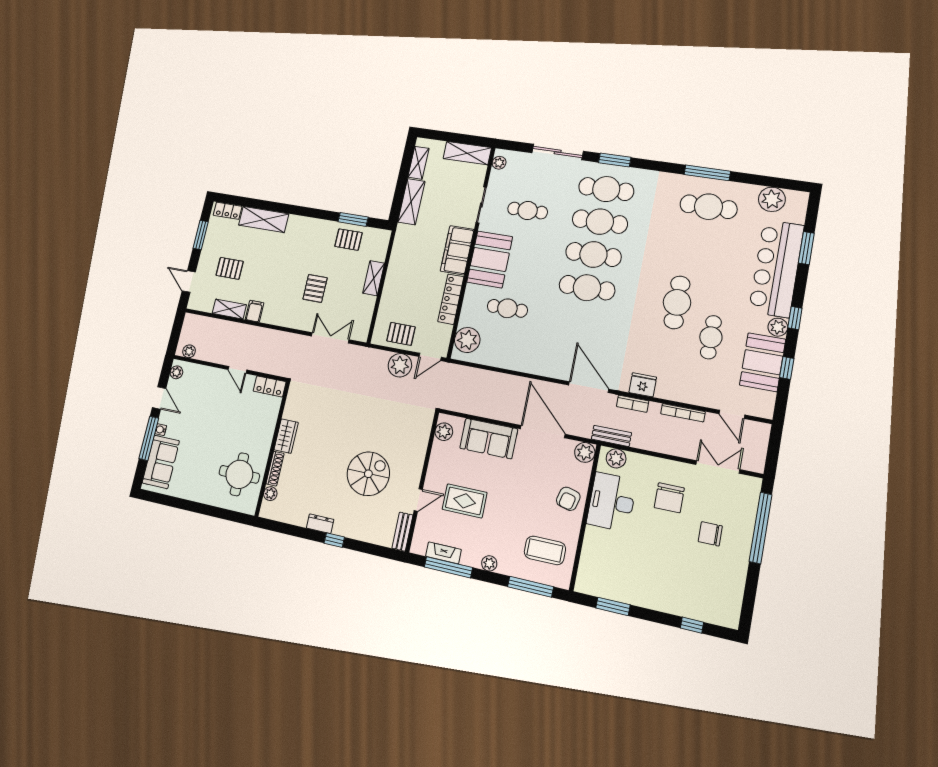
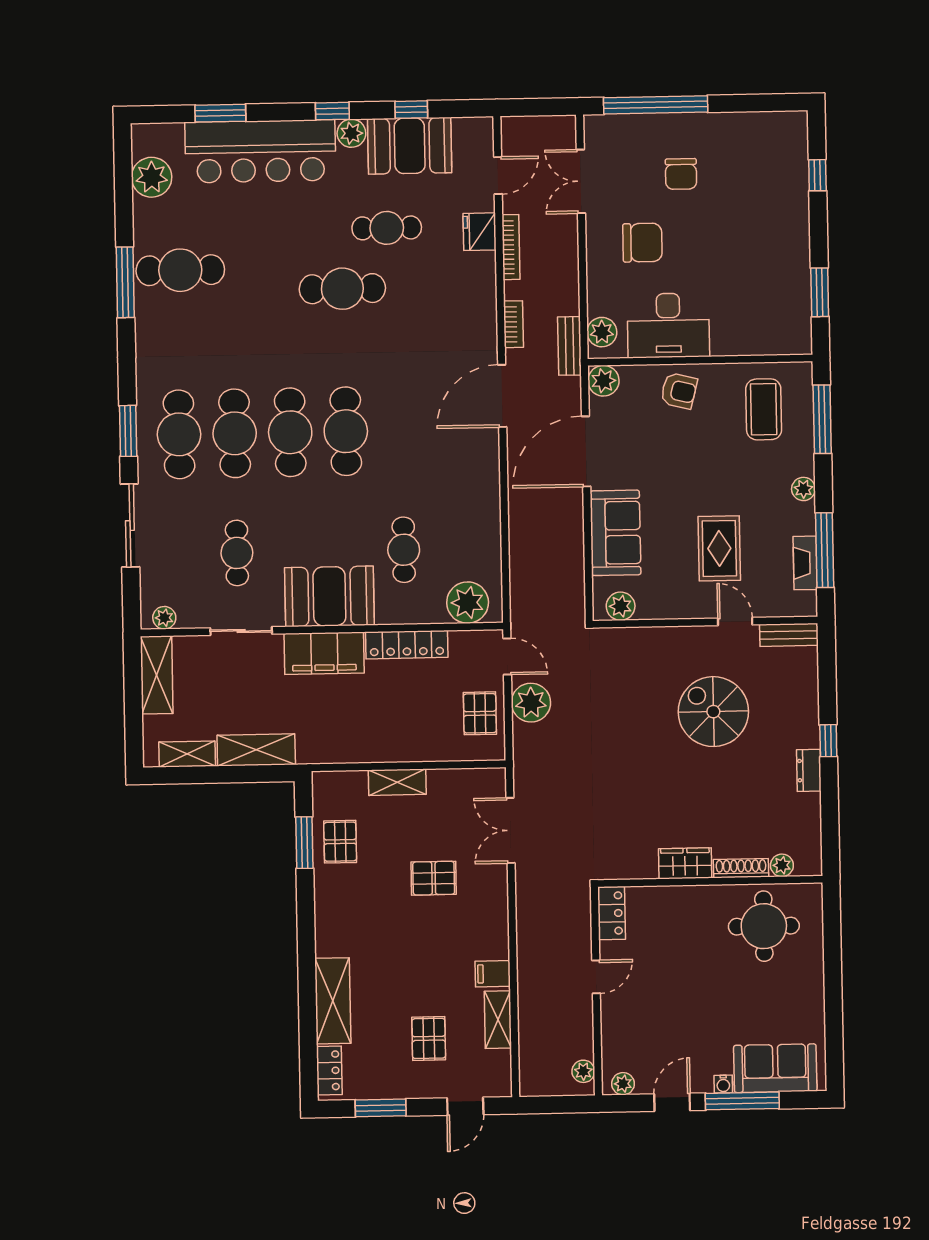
cafe table: (708, 207) -> (180, 270), turned 90
fridge: (643, 385) -> (480, 232), moved

